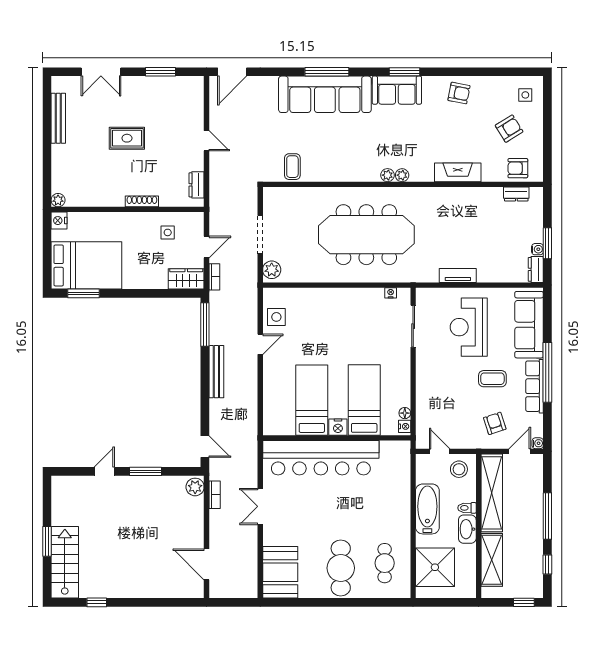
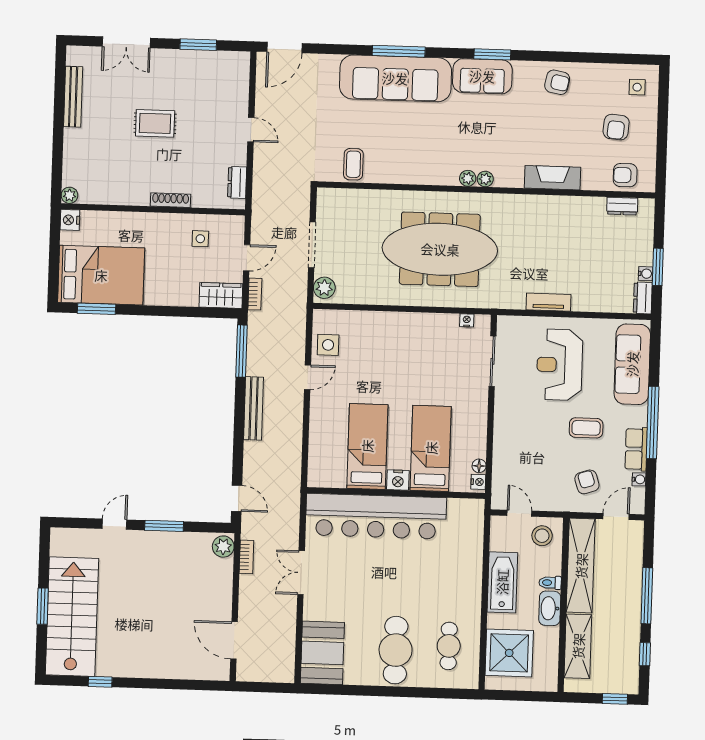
armchair: (509, 129) -> (616, 127), turned 127
row of seats: (535, 386) -> (636, 449), width x0.68
water cooler: (538, 443) -> (639, 479), moved
stairs: (65, 562) -> (72, 617), width x1.36, depth x1.51

